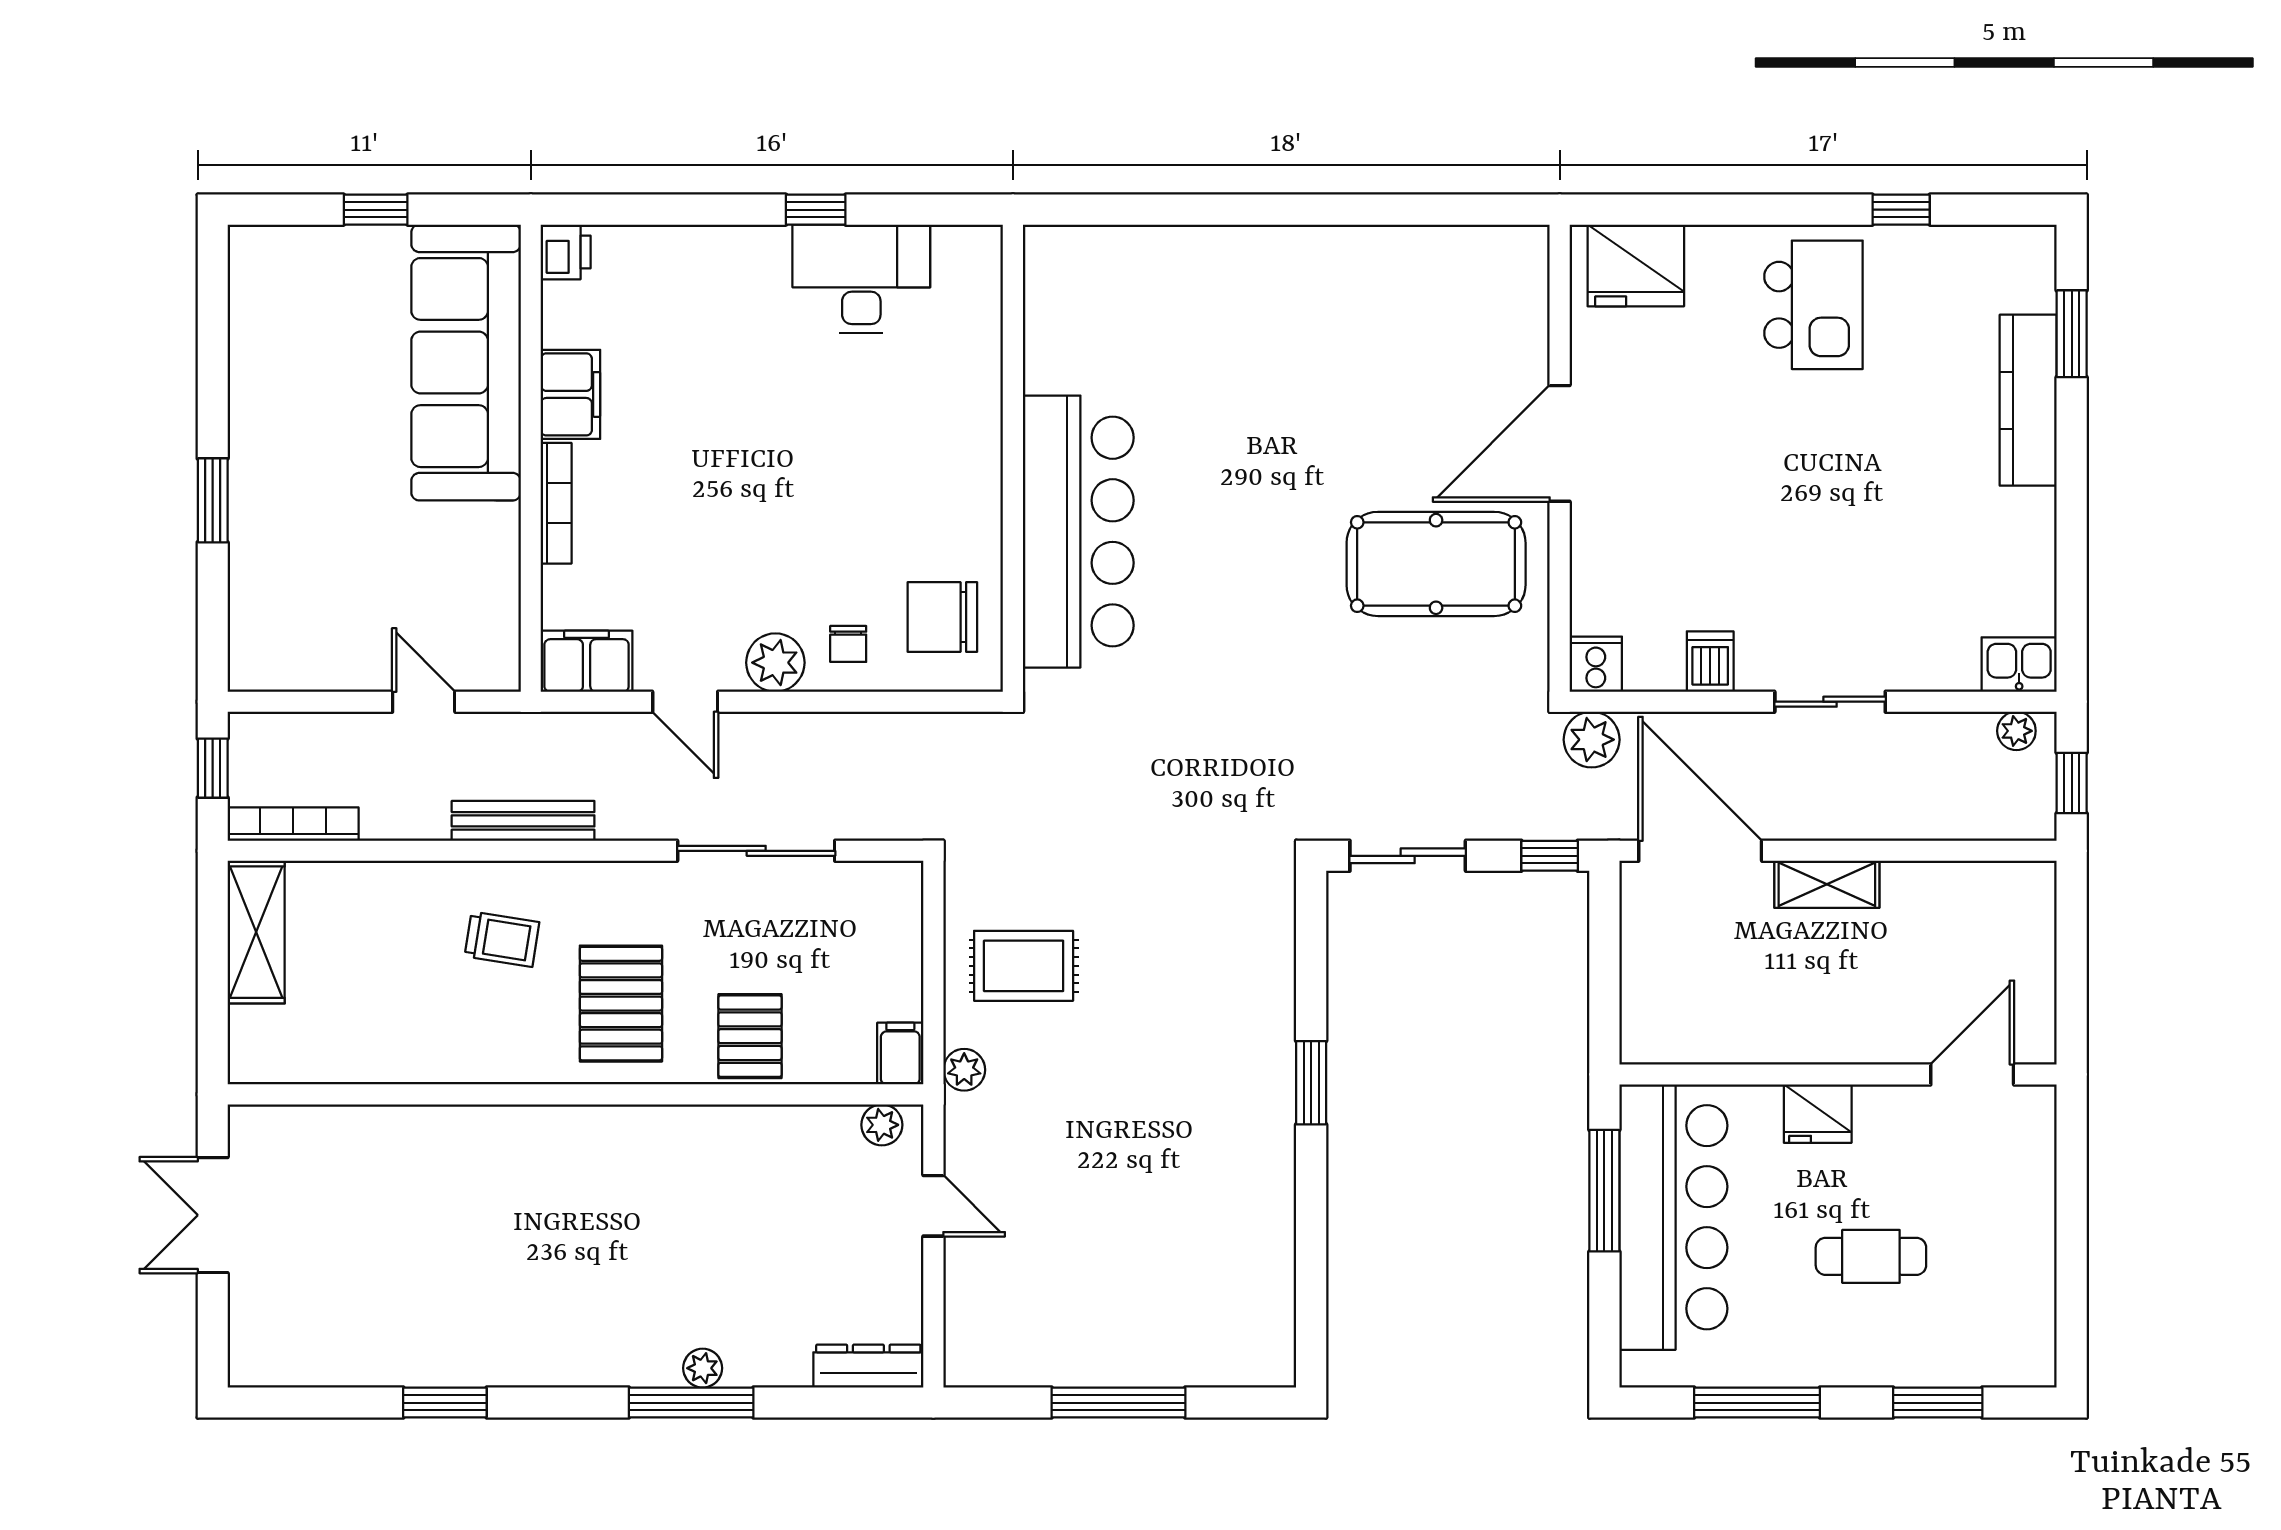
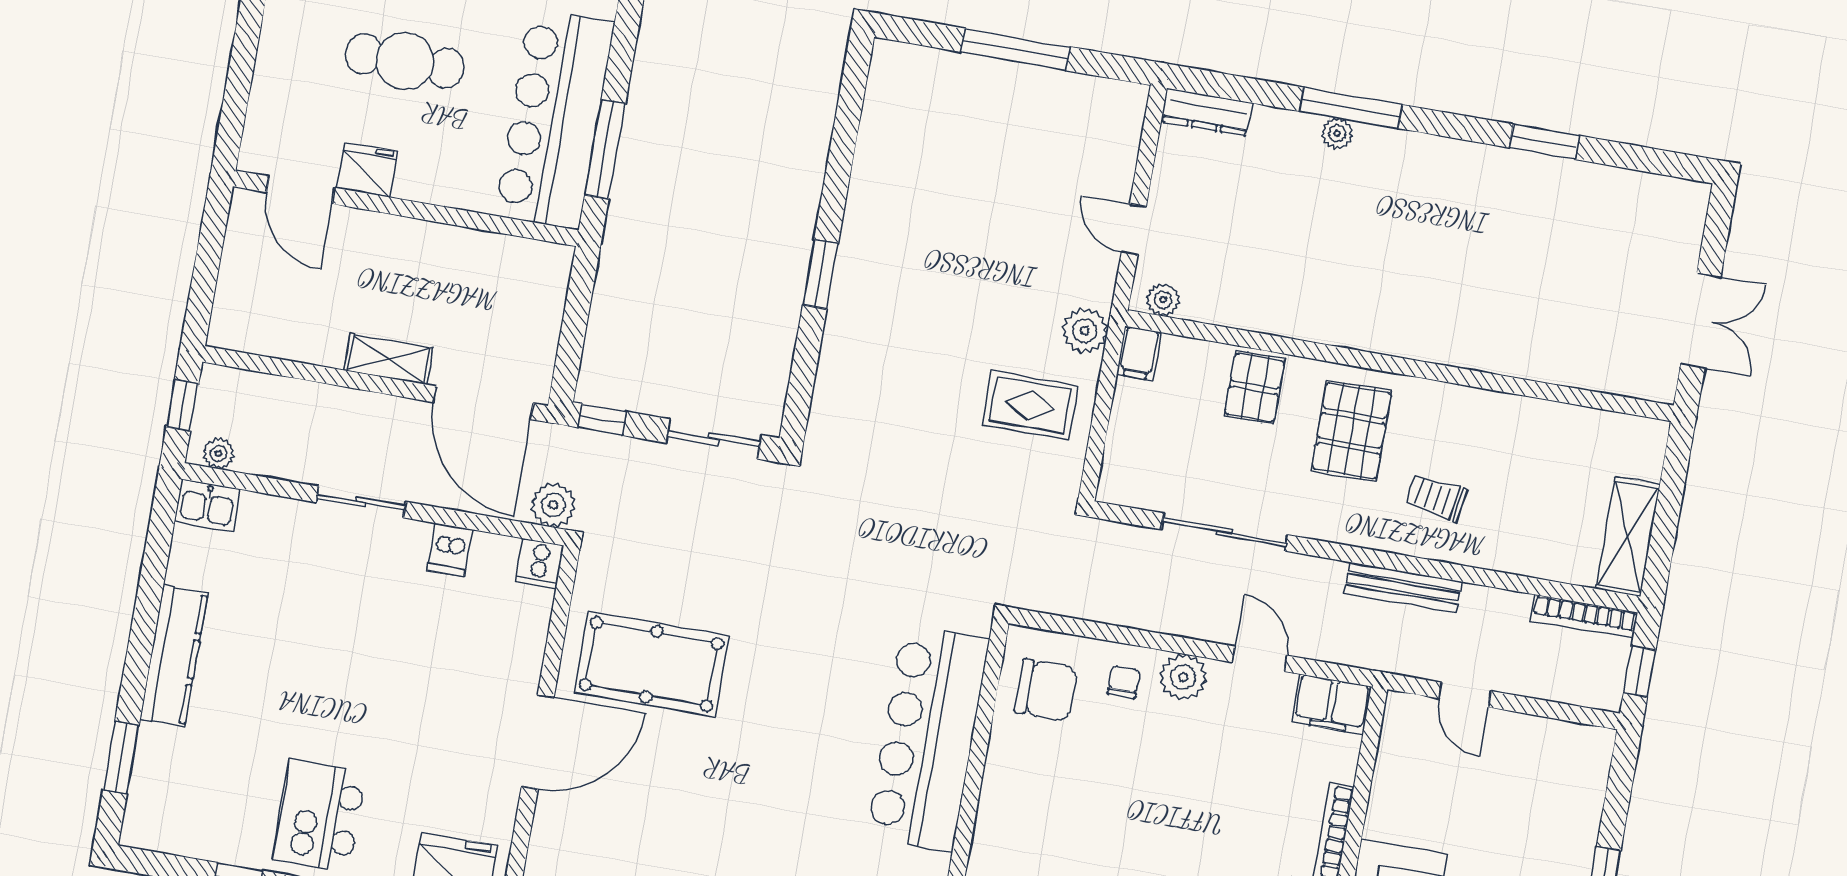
kitchen counter: (2028, 400) -> (174, 656), moved
plant: (964, 1070) -> (1085, 331), width x1.38, depth x1.38
door: (1972, 1074) -> (300, 190), hinge flipped
fridge: (1818, 1114) -> (368, 170), moved
cafe table: (1871, 1256) -> (405, 61), width x1.37, depth x1.35

